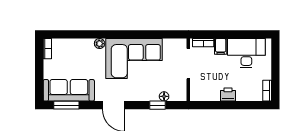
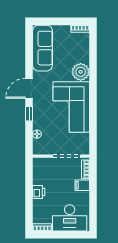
plant: (100, 44) -> (81, 72), width x1.87, depth x1.87
desk: (246, 53) -> (70, 218), moved, turned 90
window: (66, 105) -> (29, 46), removed
window: (157, 105) -> (29, 114), moved

